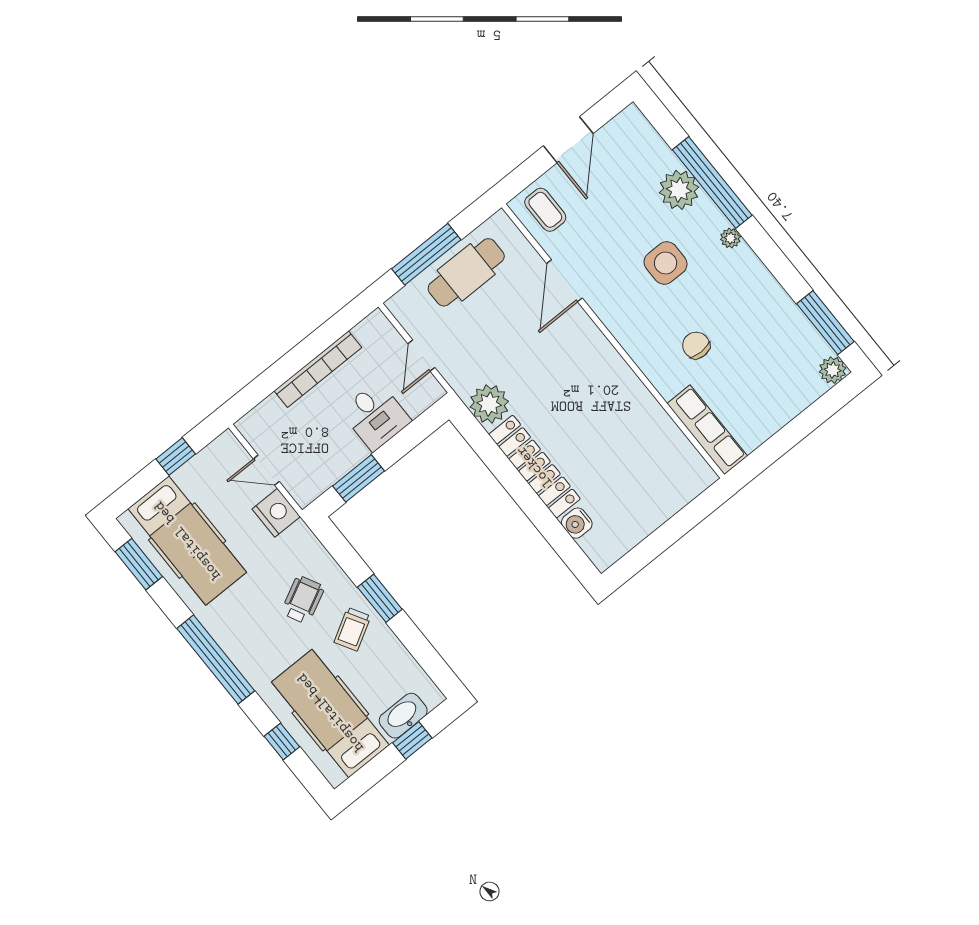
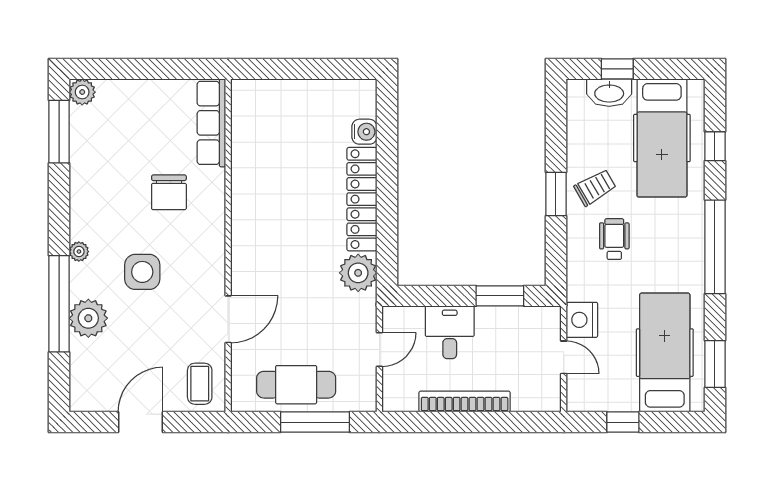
chair: (696, 345) -> (169, 192), width x1.37, depth x1.37
wheelchair: (303, 600) -> (614, 239), turned 117

